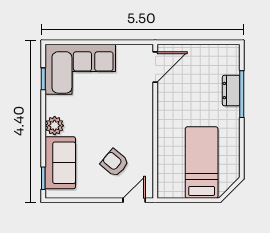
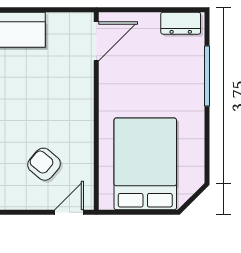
dresser: (231, 91) -> (181, 23), moved, turned -90
bed: (202, 163) -> (145, 164), width x1.50

